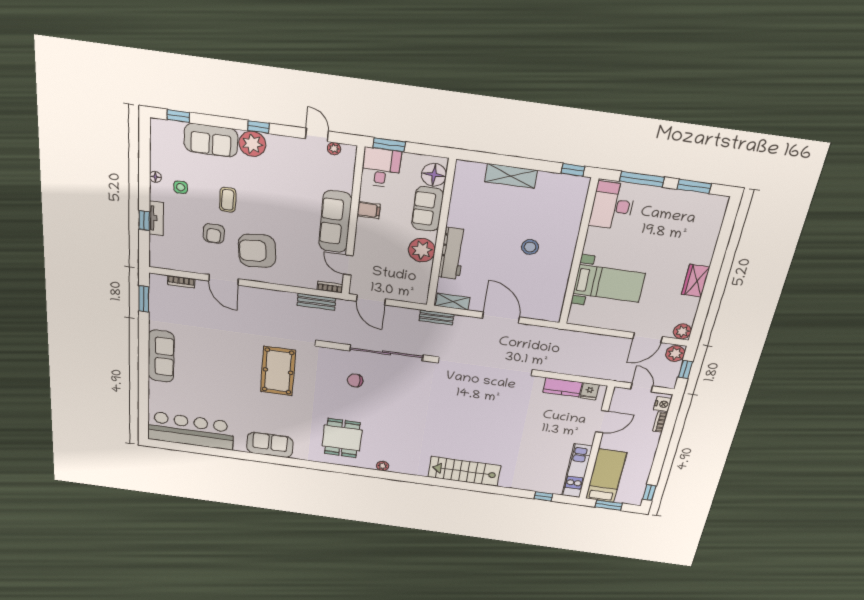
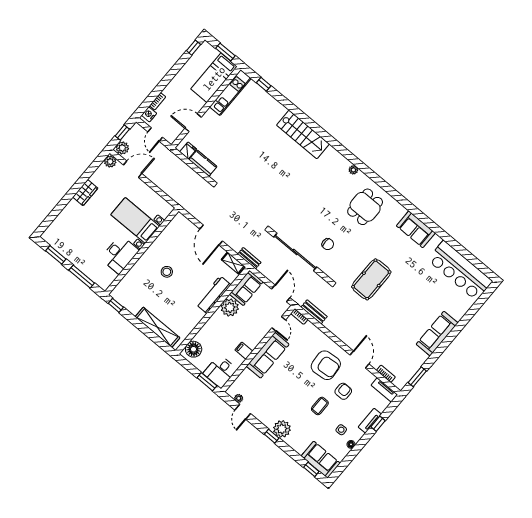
sofa: (211, 140) -> (321, 460), moved
shelving: (511, 176) -> (157, 327), width x1.47
desk: (612, 206) -> (120, 254), moved
sofa: (427, 209) -> (246, 288), moved
tv unit: (168, 263) -> (384, 390), added

